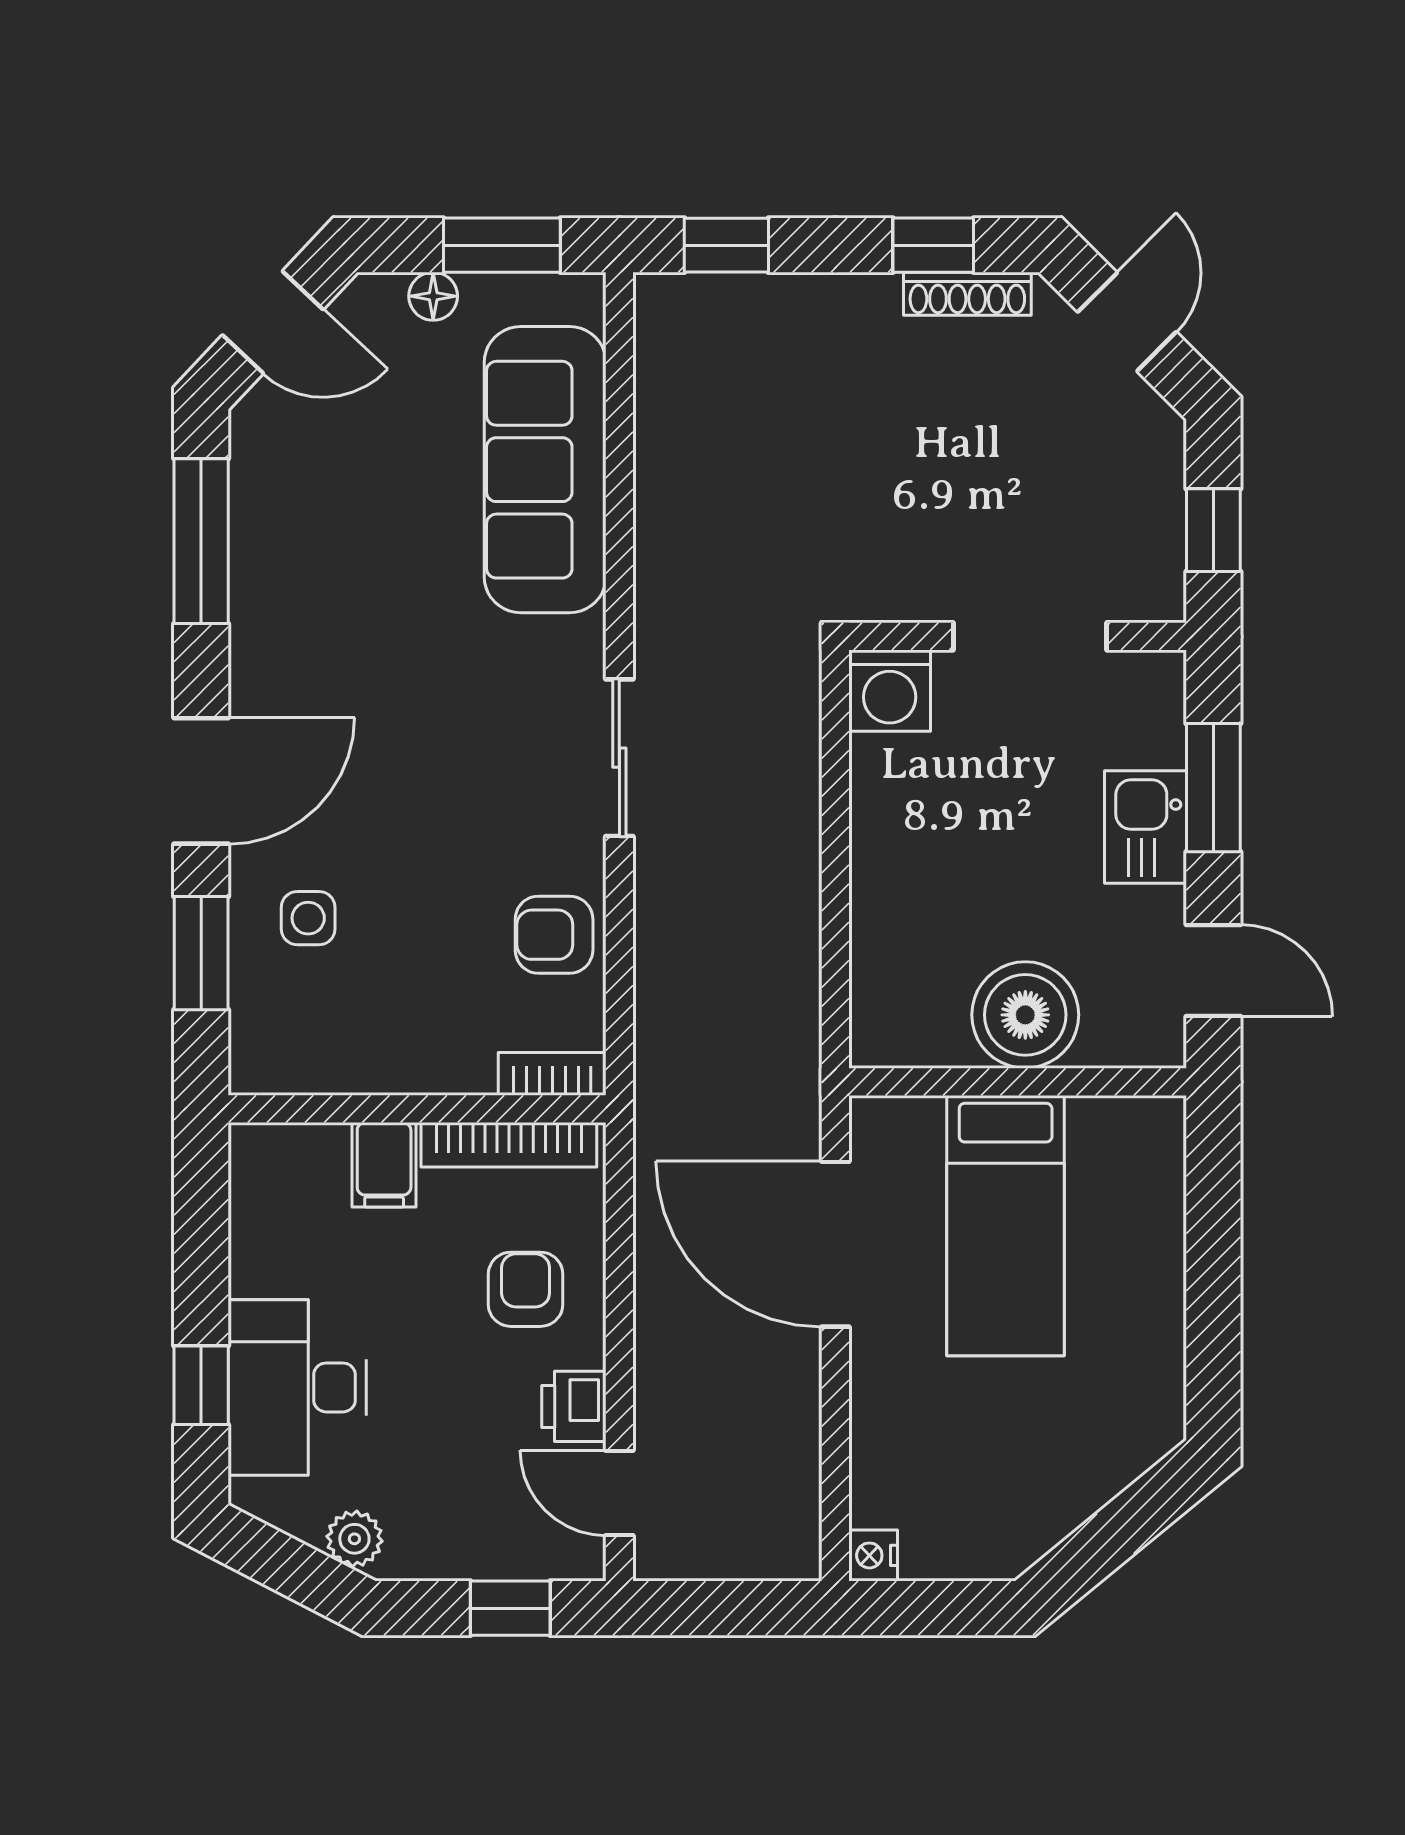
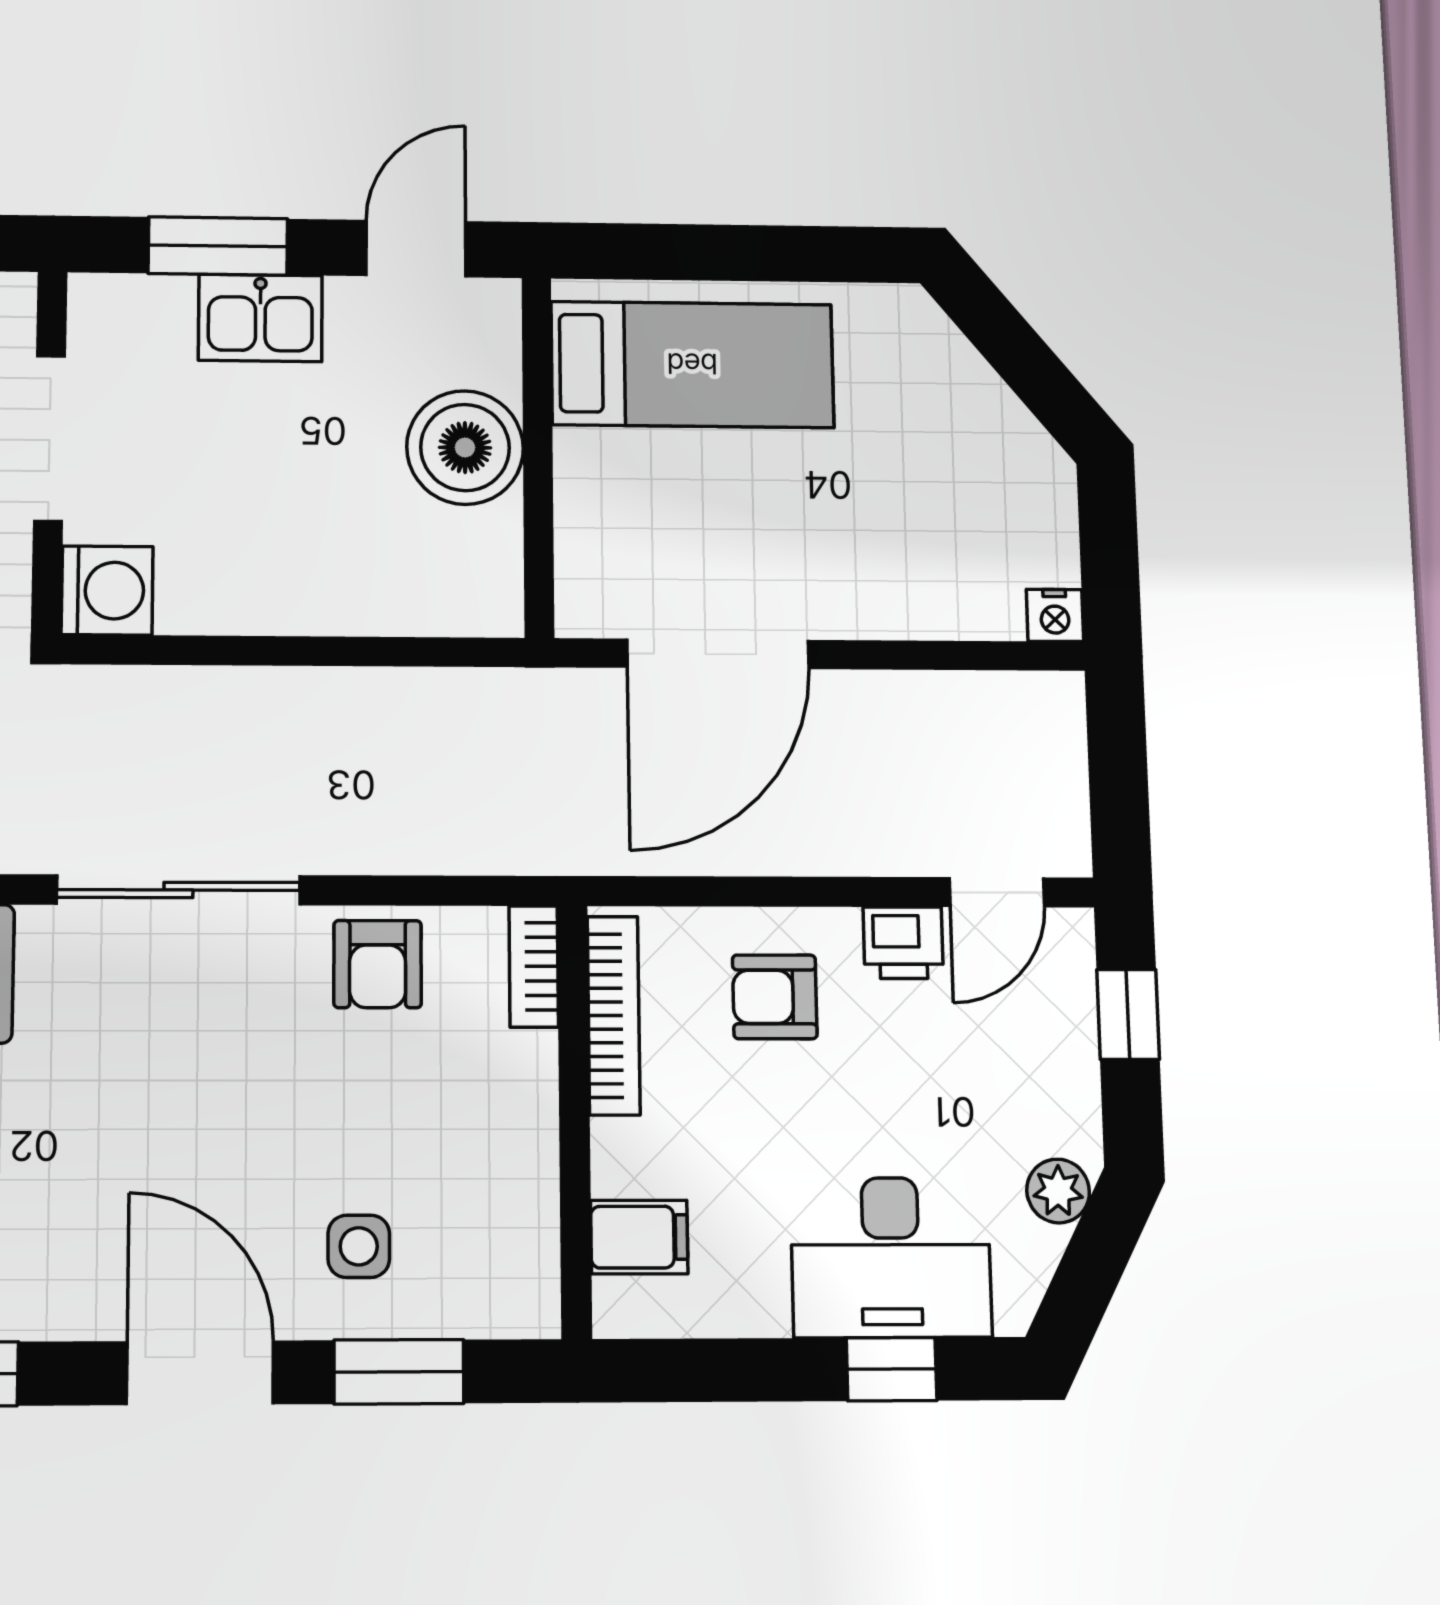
sliding door: (619, 758) -> (178, 890), width x1.37
filing cabinet: (384, 1165) -> (639, 1237), moved
bed: (1006, 1226) -> (692, 364), moved

